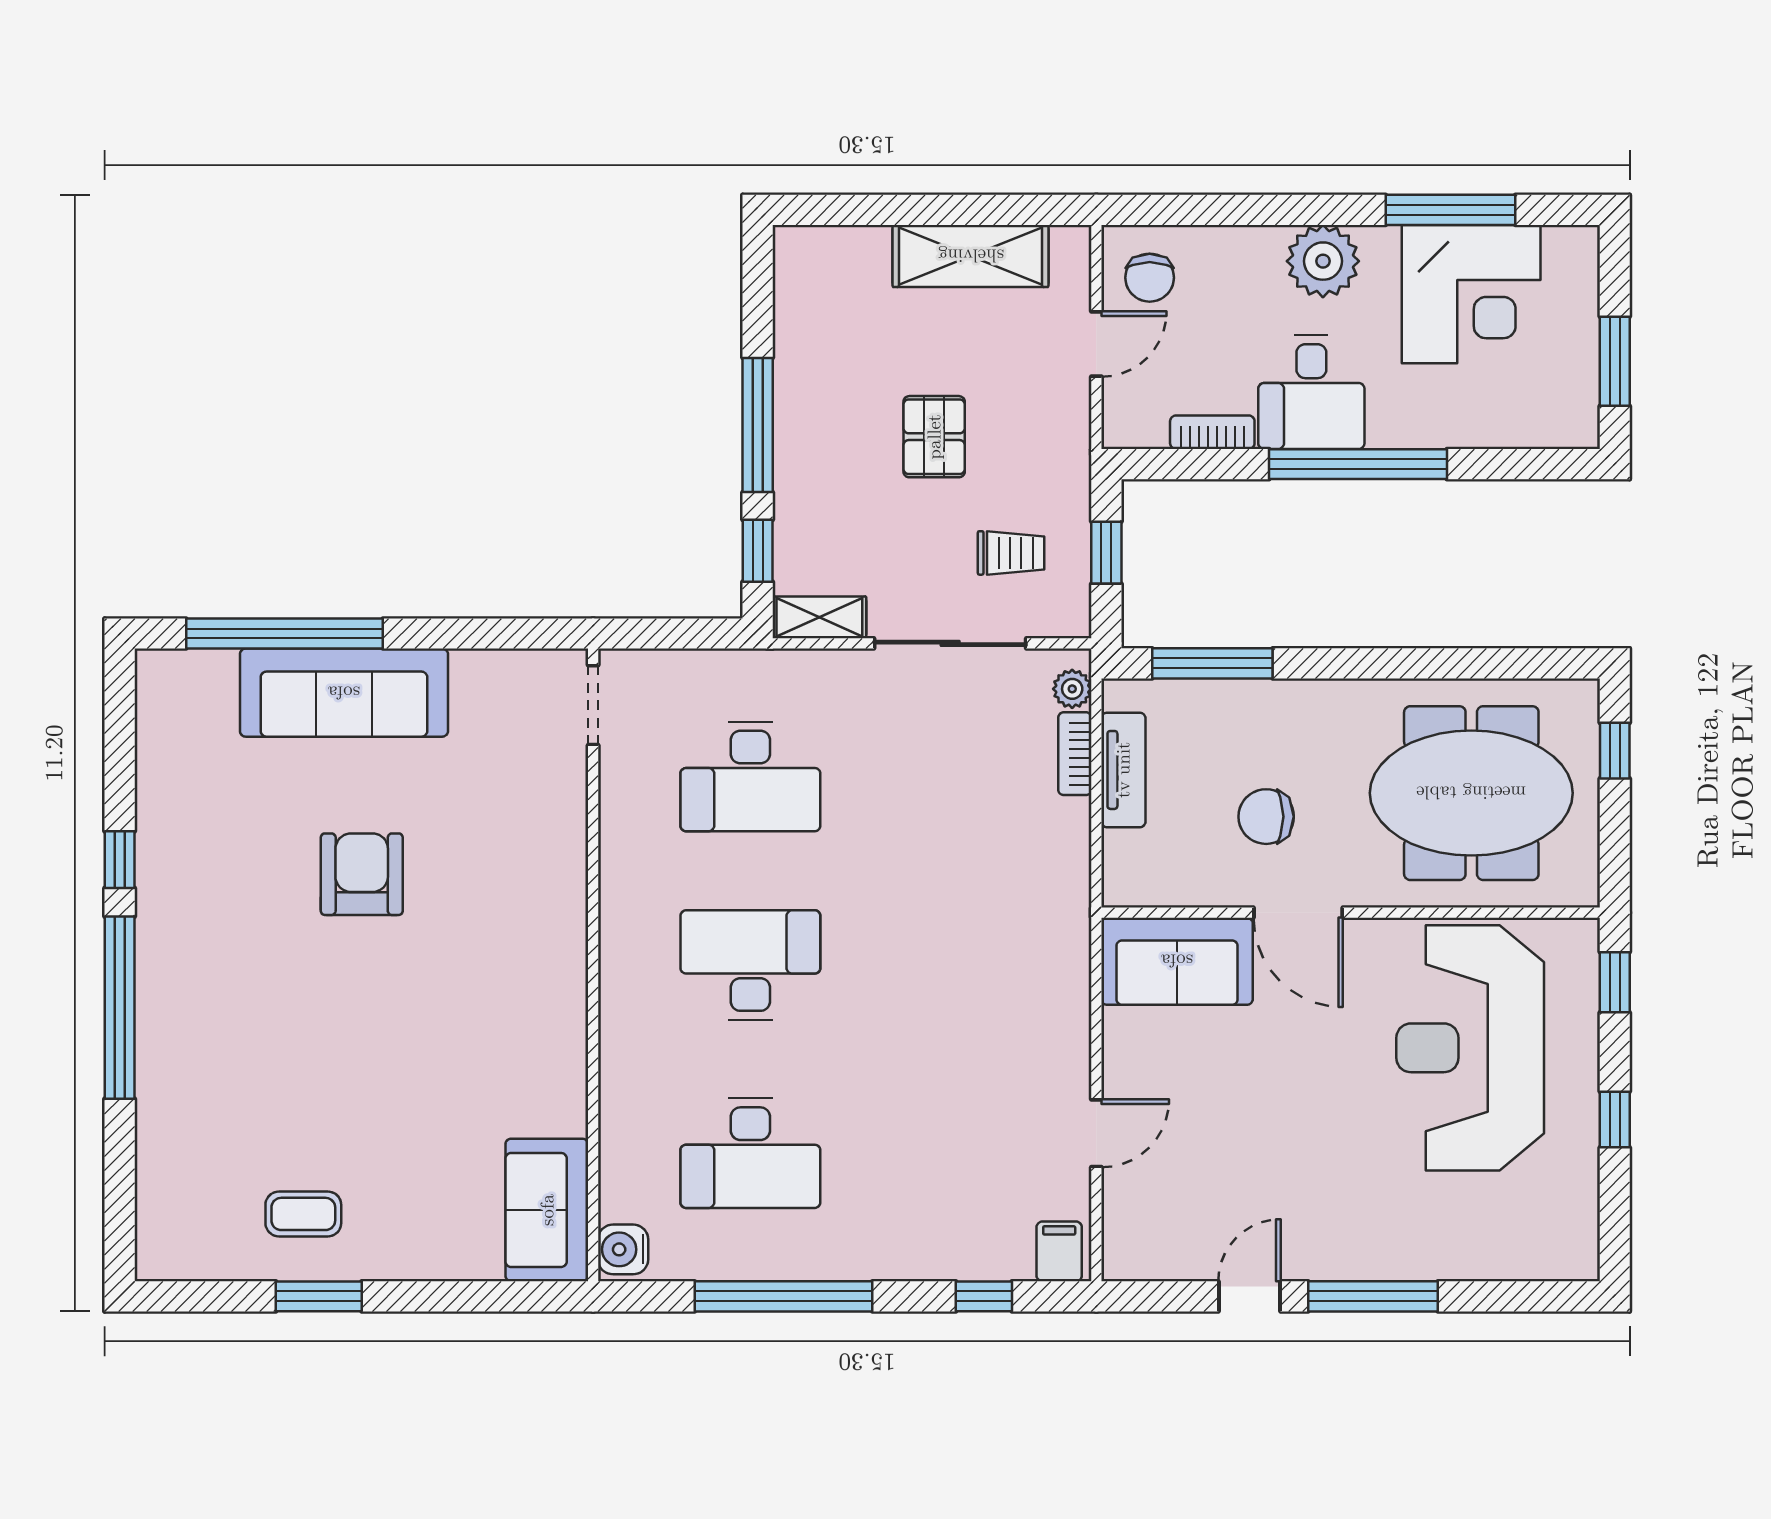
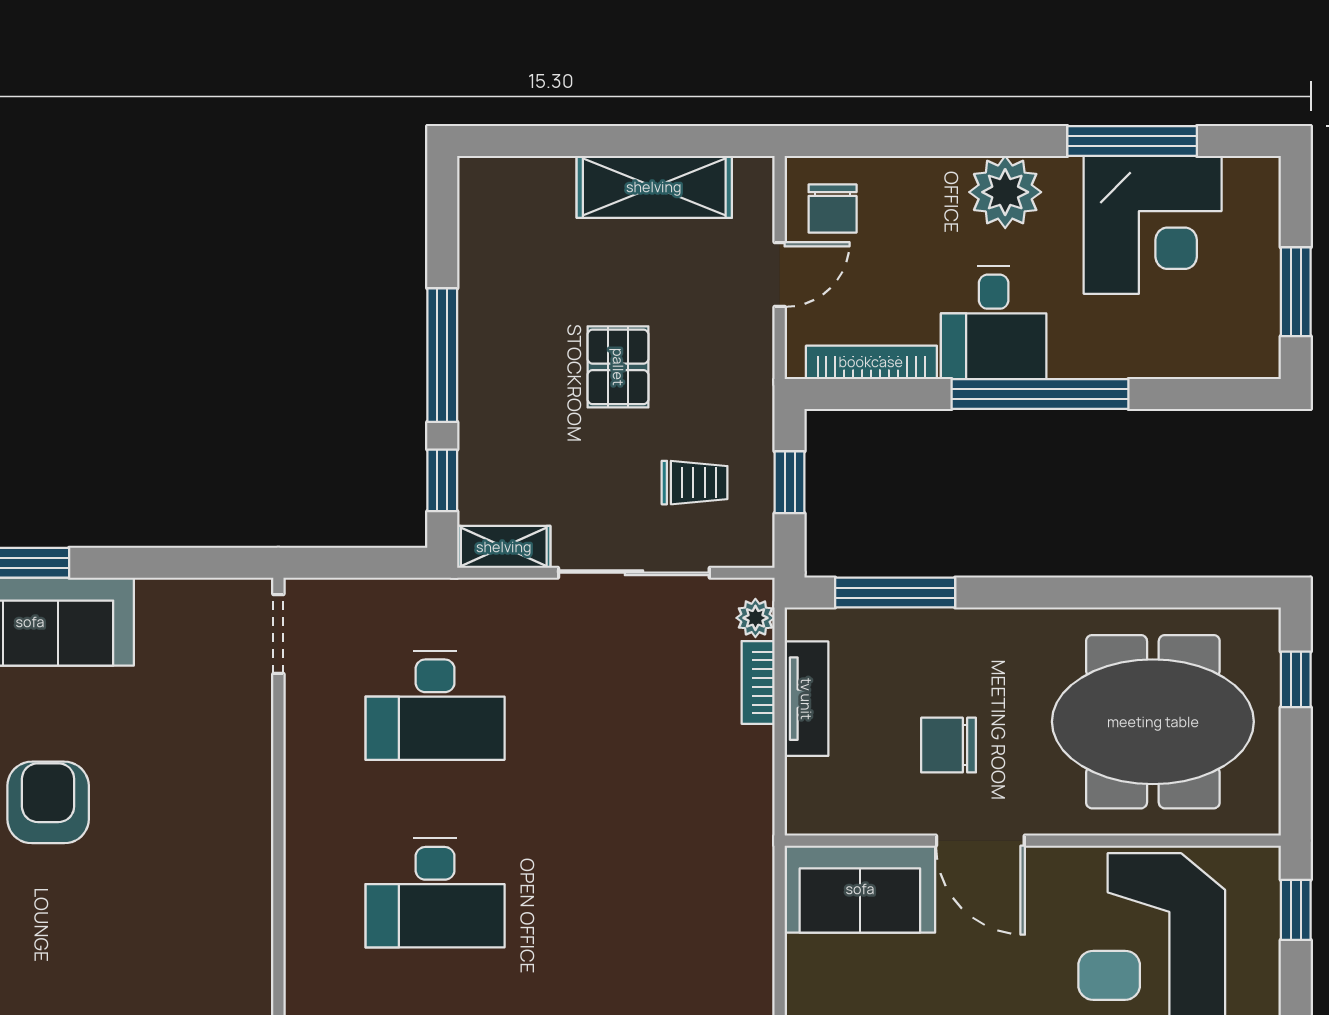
bookcase: (1212, 432) -> (871, 362), width x1.56
desk: (750, 965) -> (435, 893), turned 180

